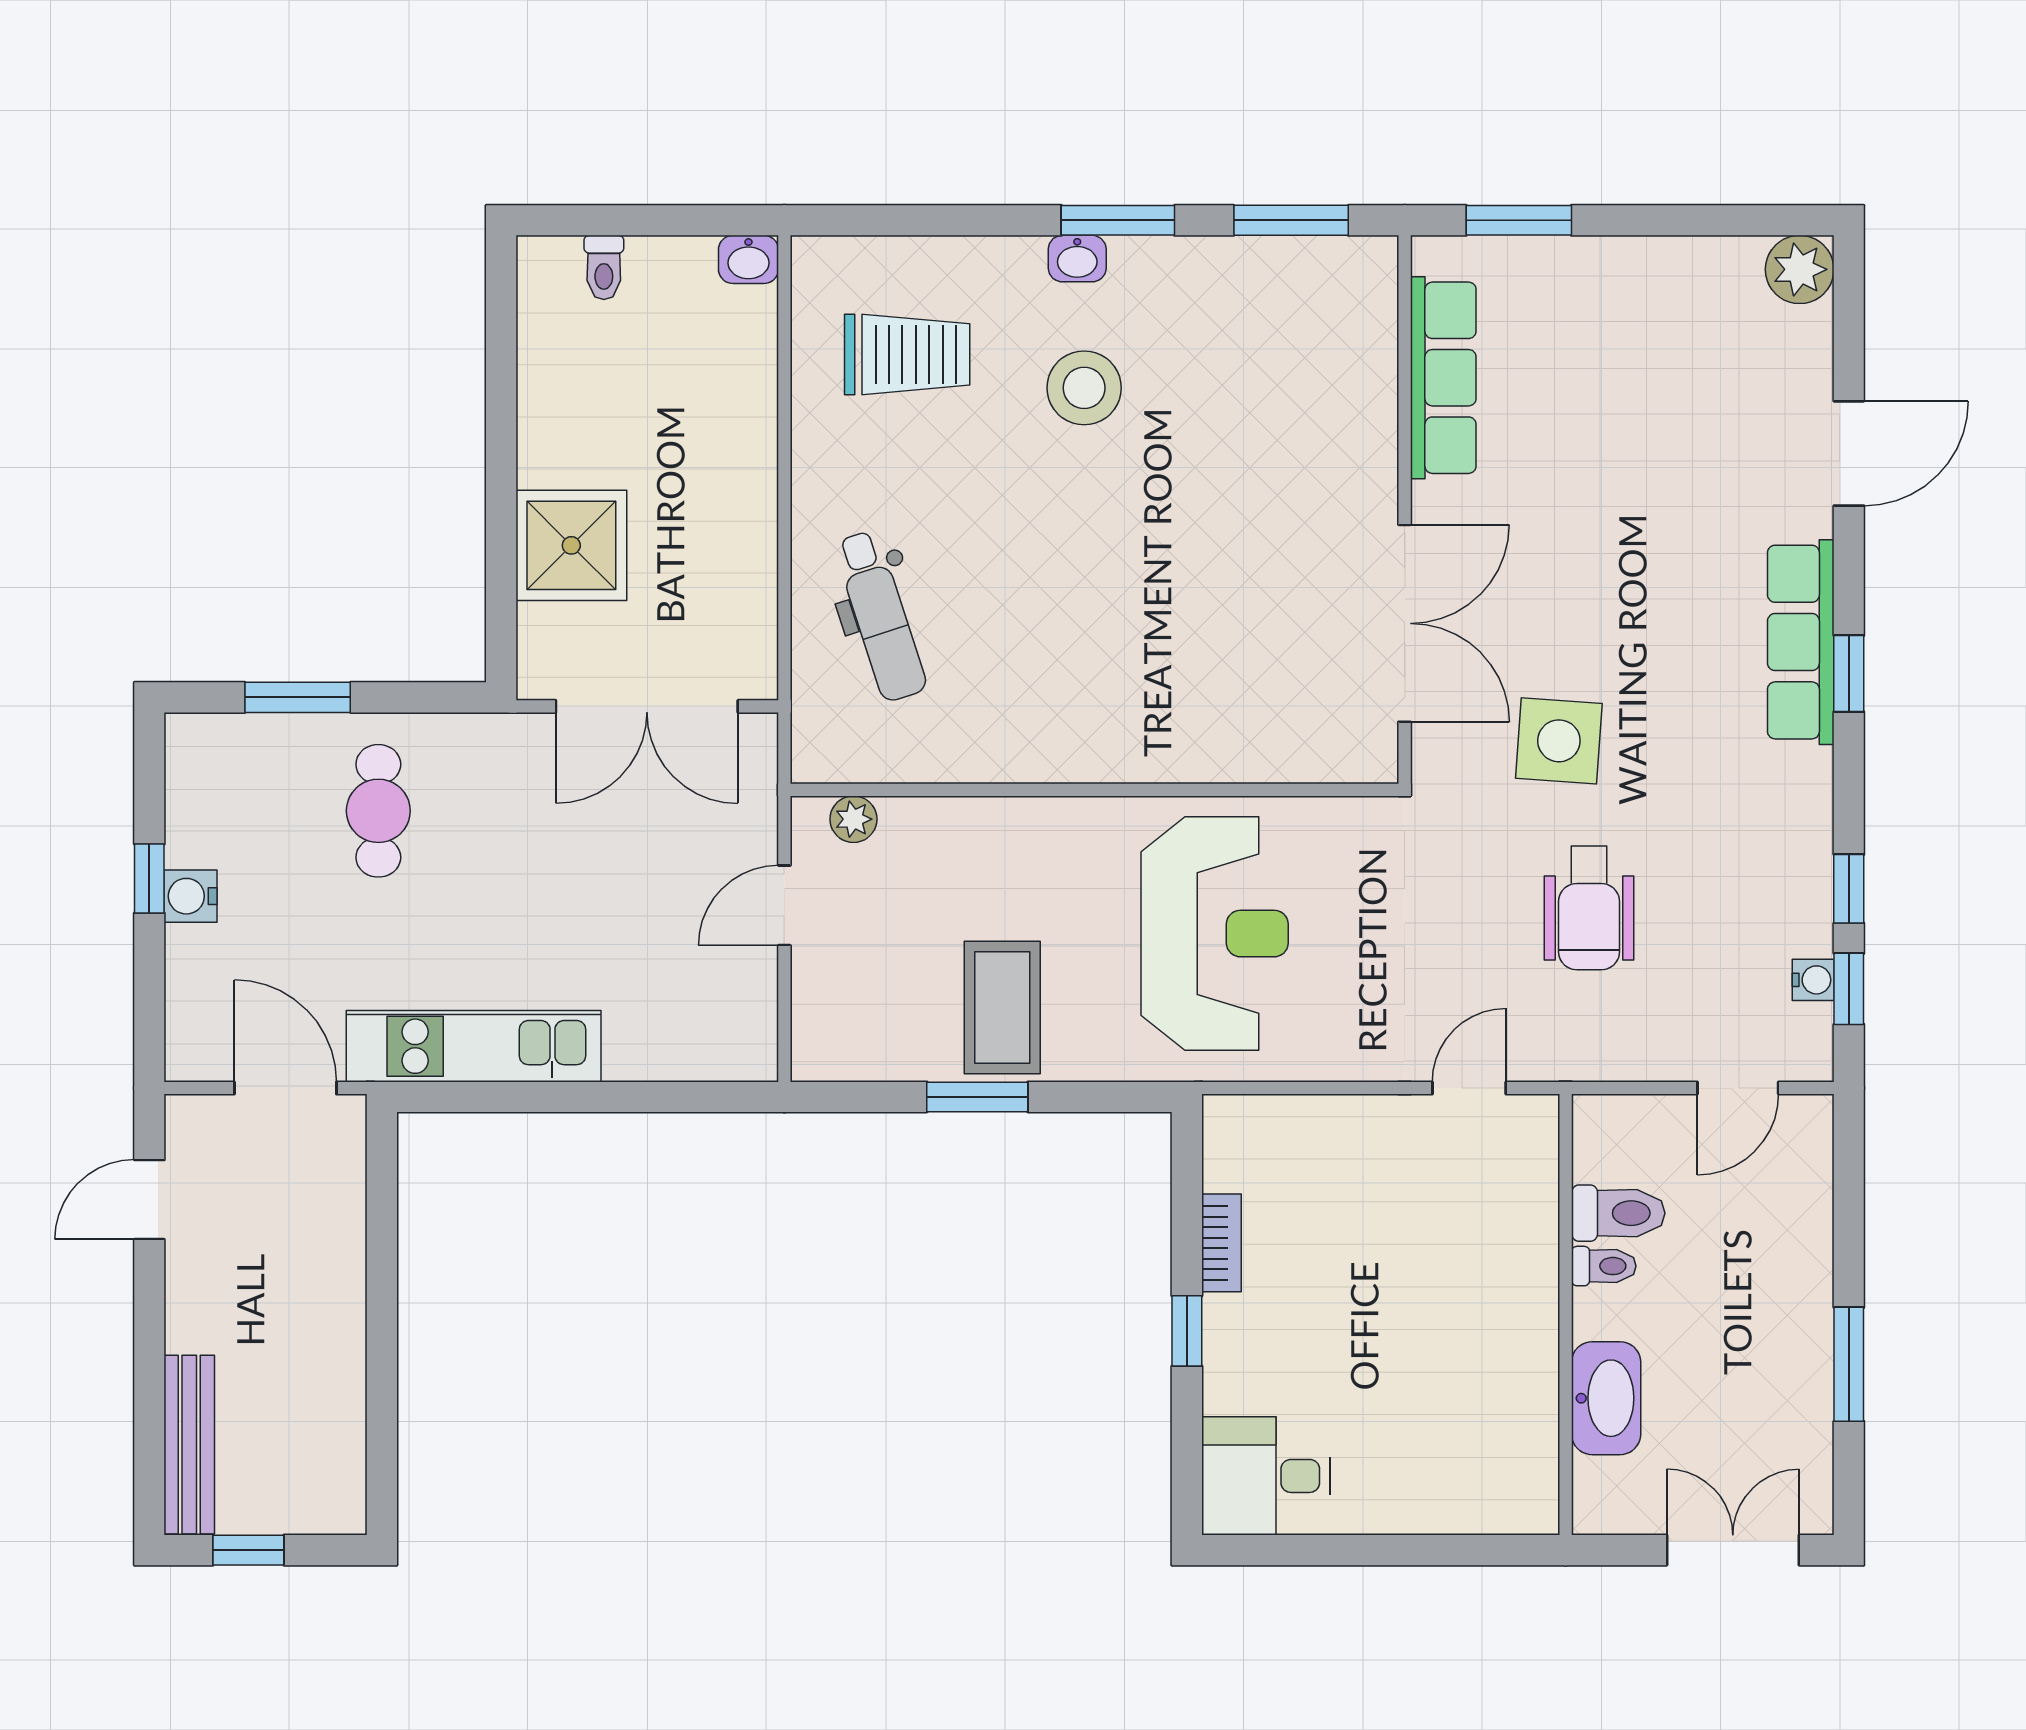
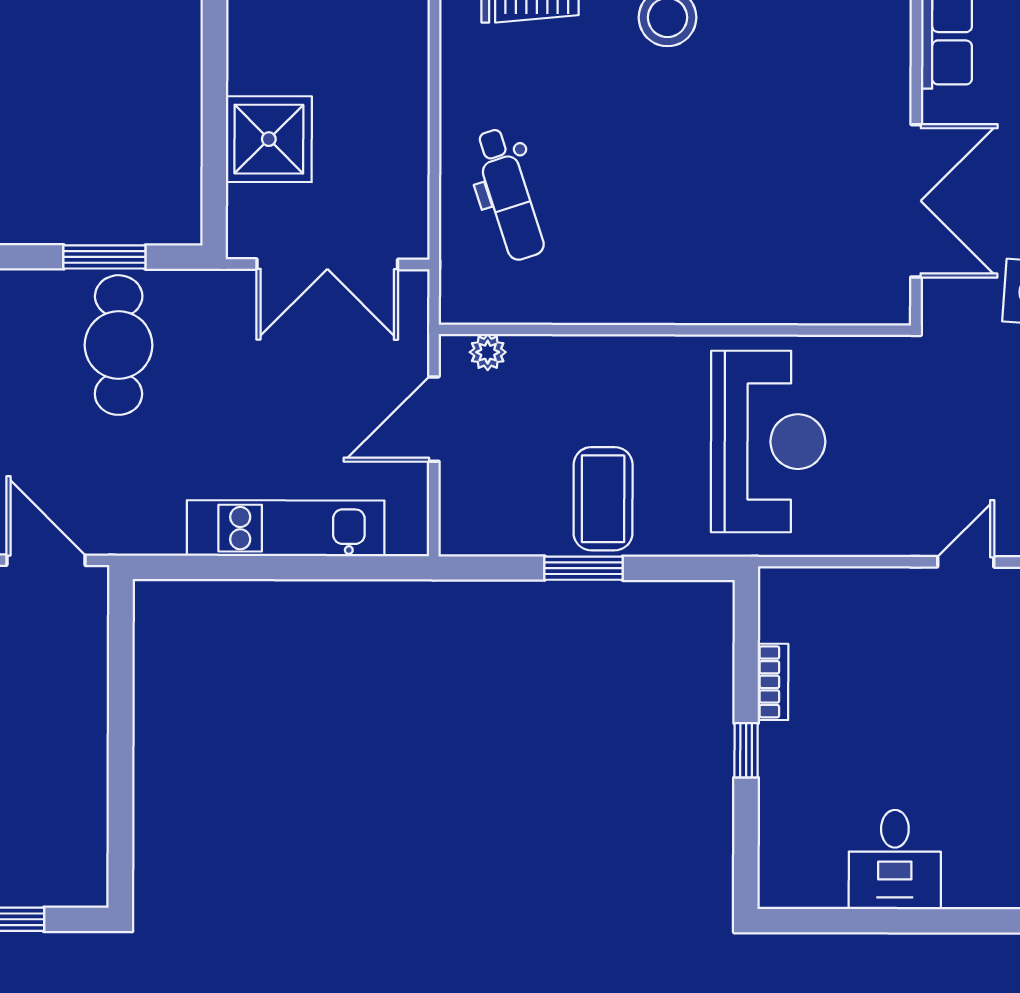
window: (298, 697) -> (104, 257), moved
cafe table: (378, 811) -> (119, 345), width x1.37, depth x1.35
door: (784, 905) -> (434, 419), width x1.37
kitchen unit: (474, 1046) -> (286, 528), moved
desk: (1266, 1476) -> (895, 860), moved, turned -90

